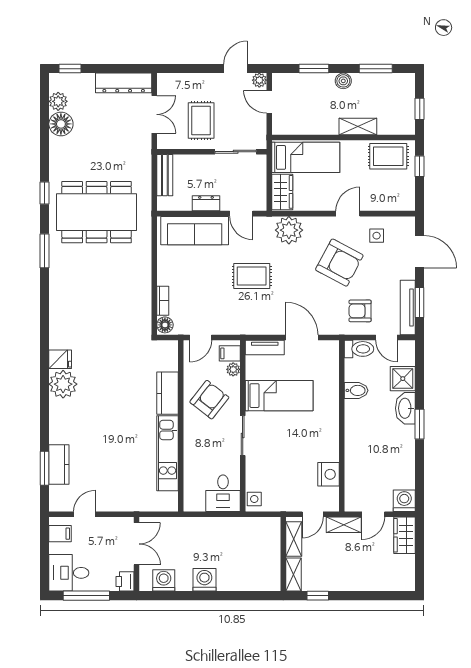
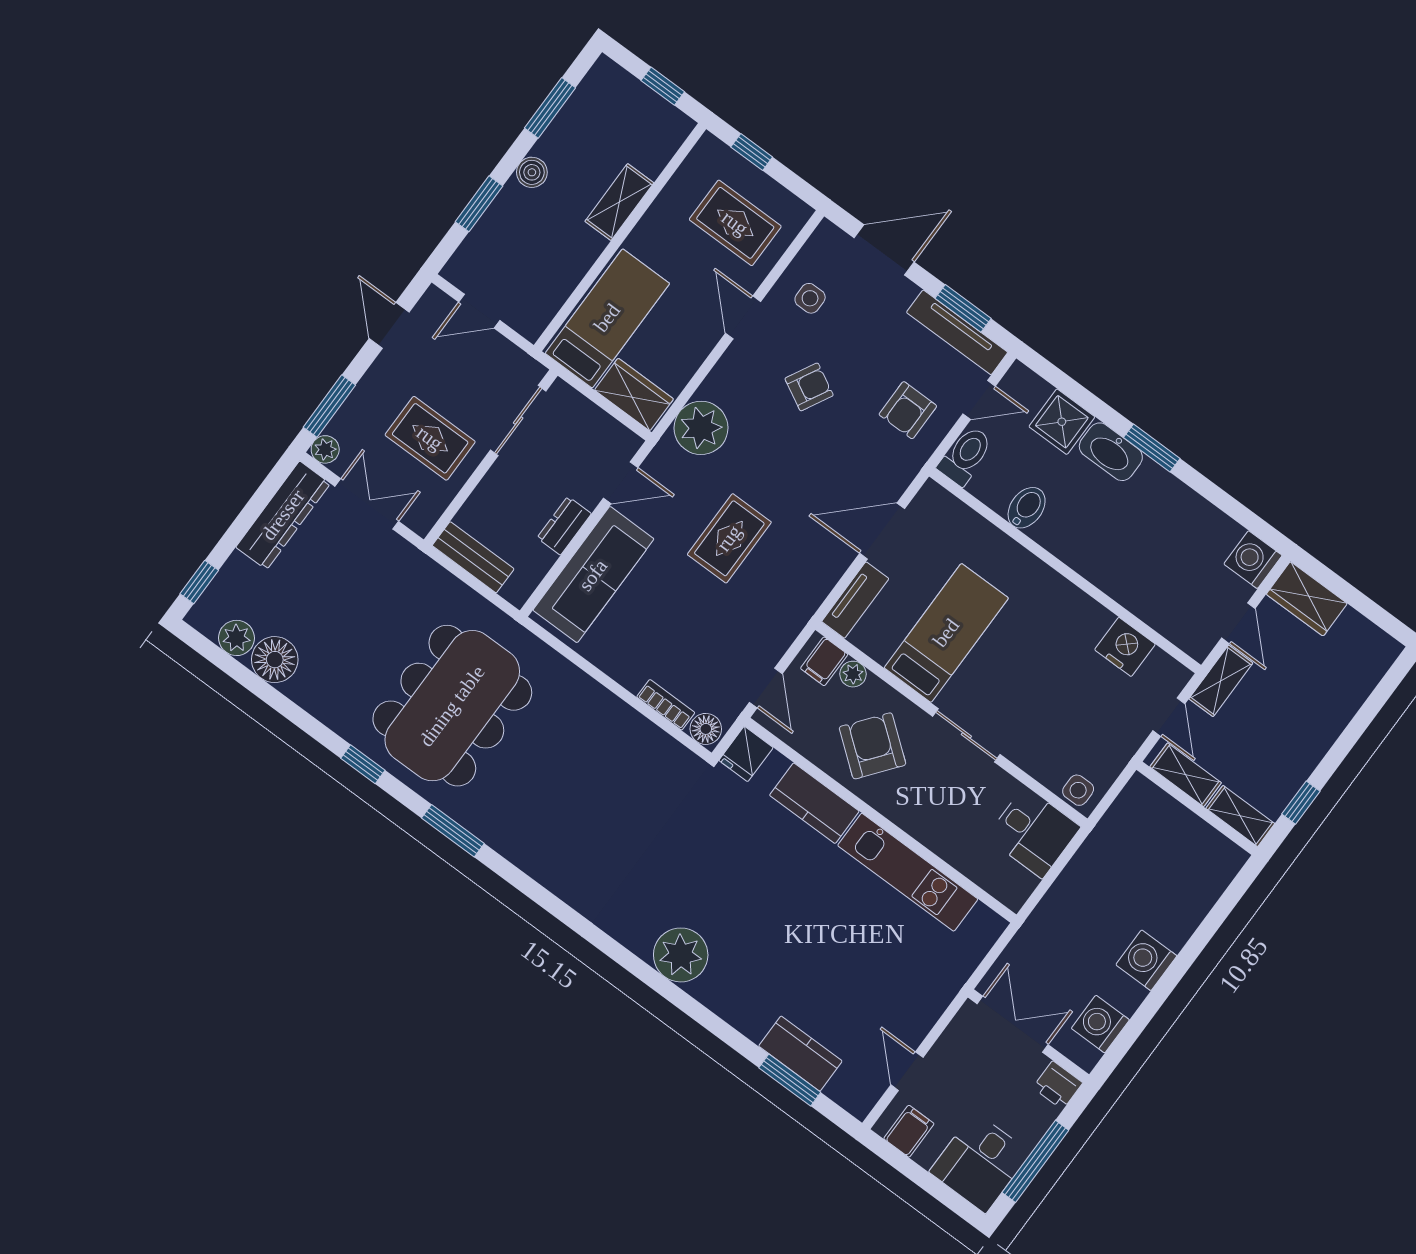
window: (183, 69) -> (329, 406), added
plant: (259, 80) -> (325, 449), moved
rug: (388, 156) -> (735, 223), moved, turned 90
armchair: (339, 263) -> (809, 387), width x0.53, depth x0.53
fridge: (60, 359) -> (746, 754), moved, turned 180

